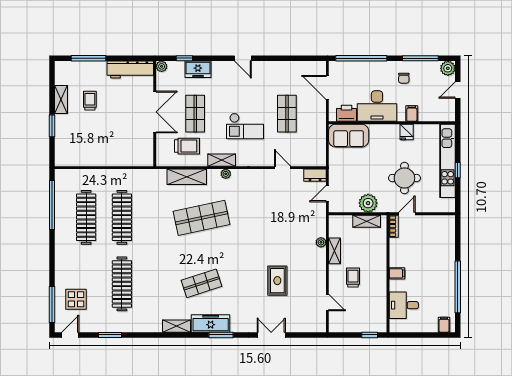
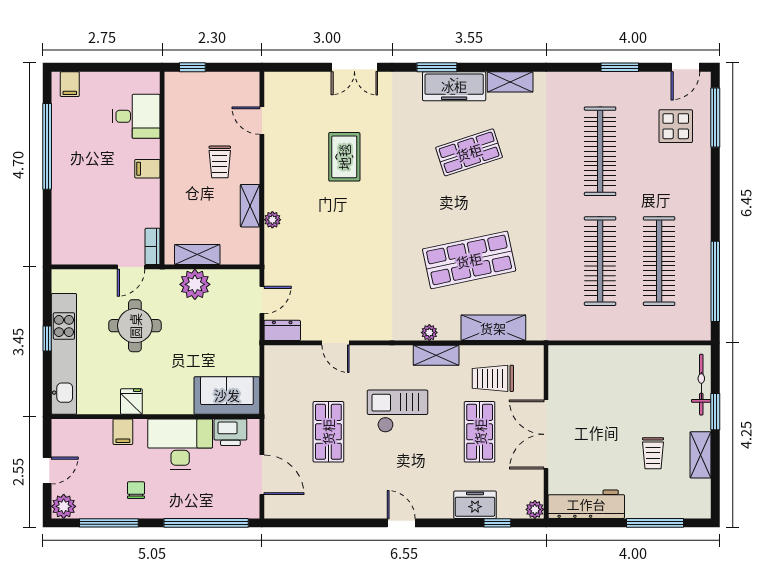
bicycle: (61, 142) -> (701, 385), added

